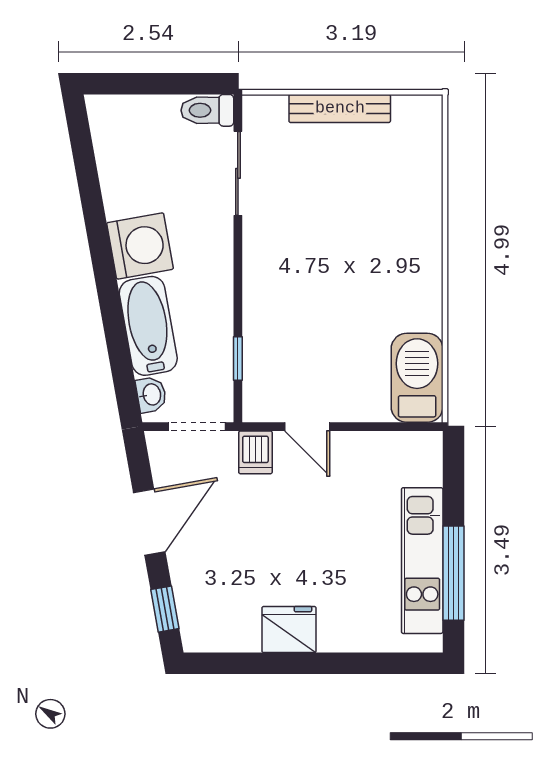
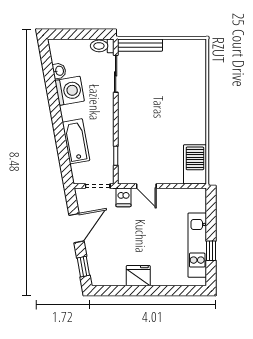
bench: (340, 108) -> (140, 45), moved
washing machine: (140, 246) -> (70, 91), moved
washbasin: (151, 395) -> (59, 71), moved
window: (453, 573) -> (211, 251), width x0.46

